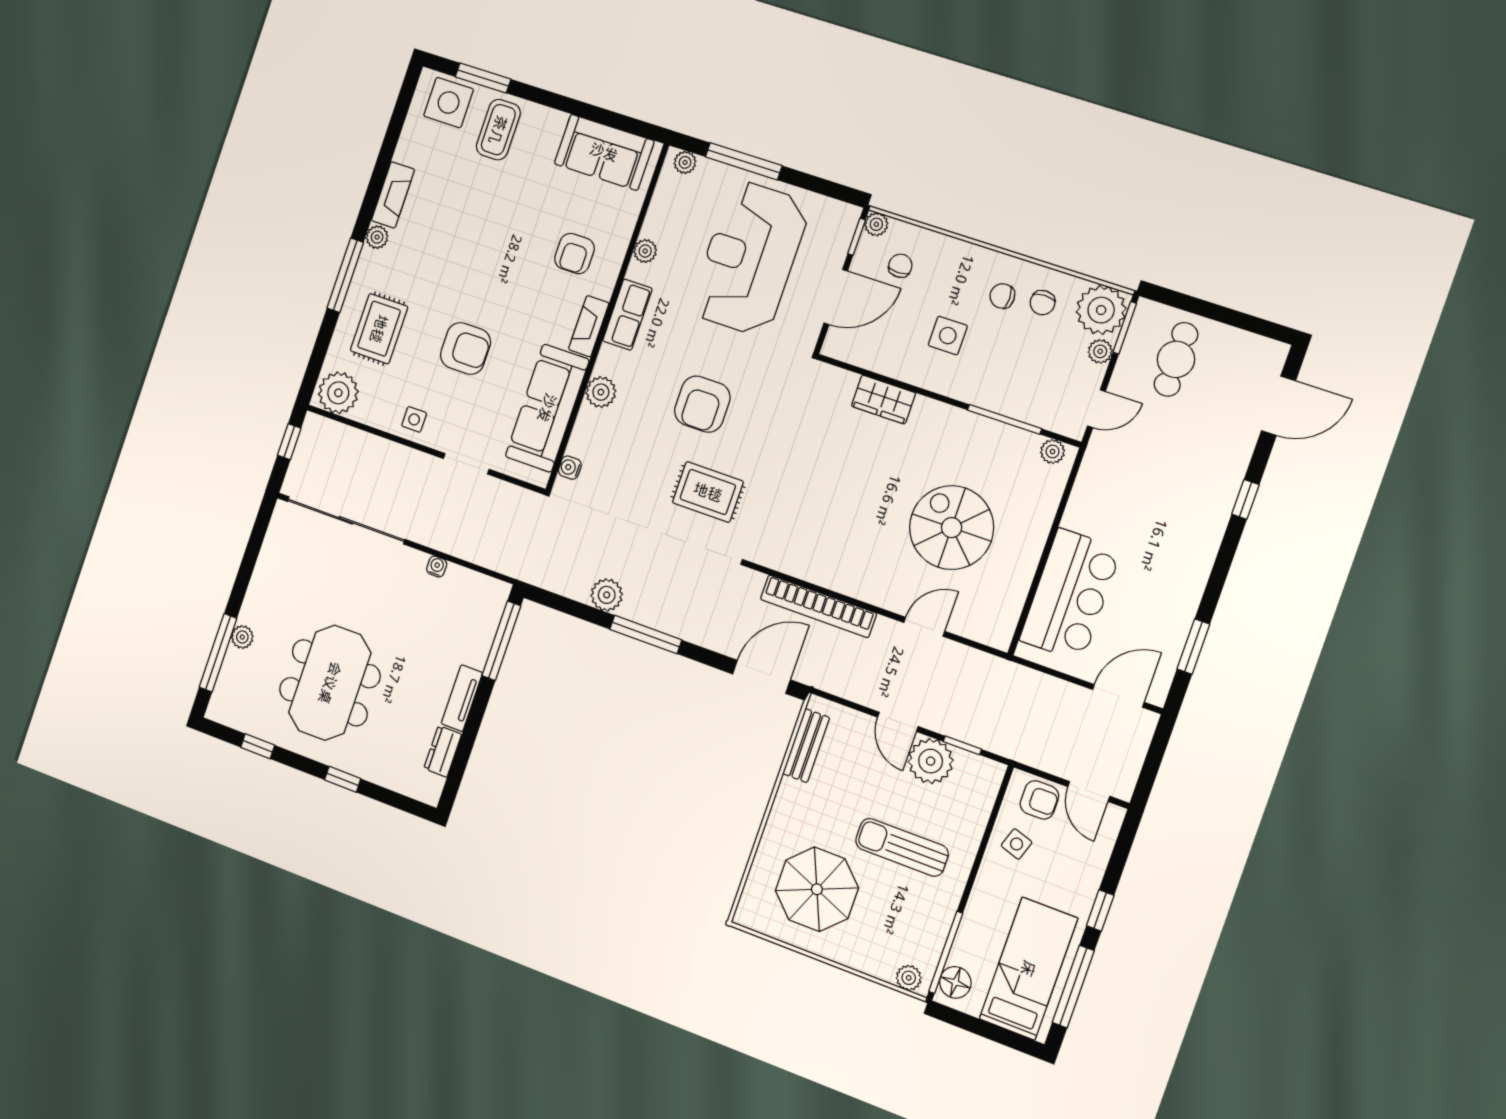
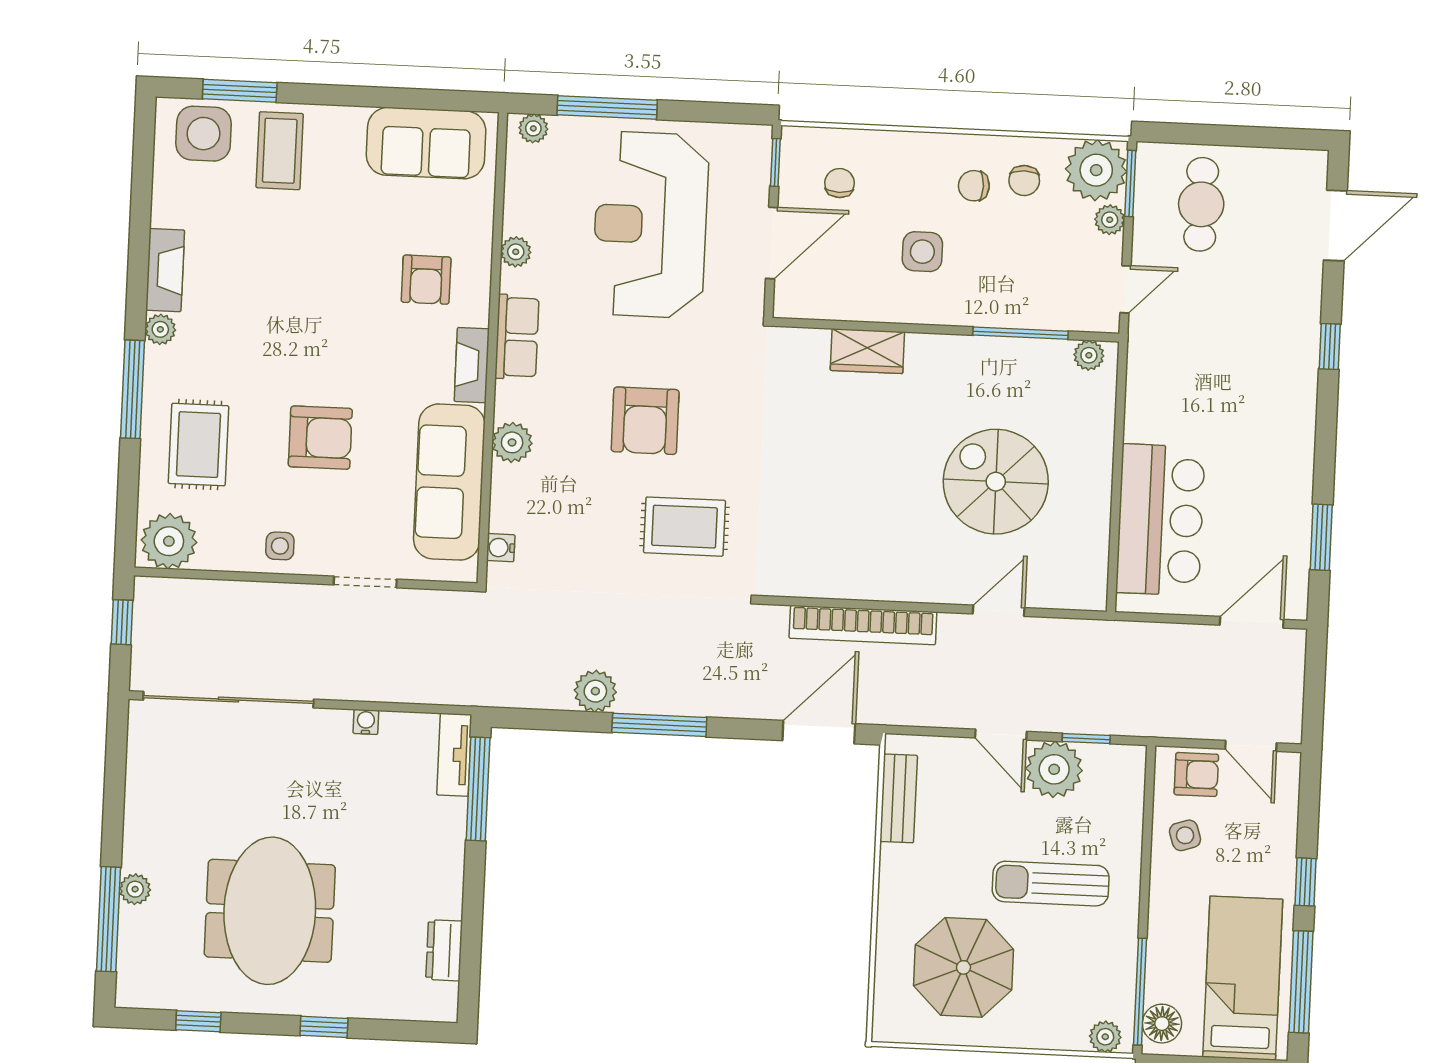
plant: (876, 224) -> (795, 141), removed
tv unit: (462, 698) -> (454, 755), moved
side table: (1017, 844) -> (1185, 835), turned -36

